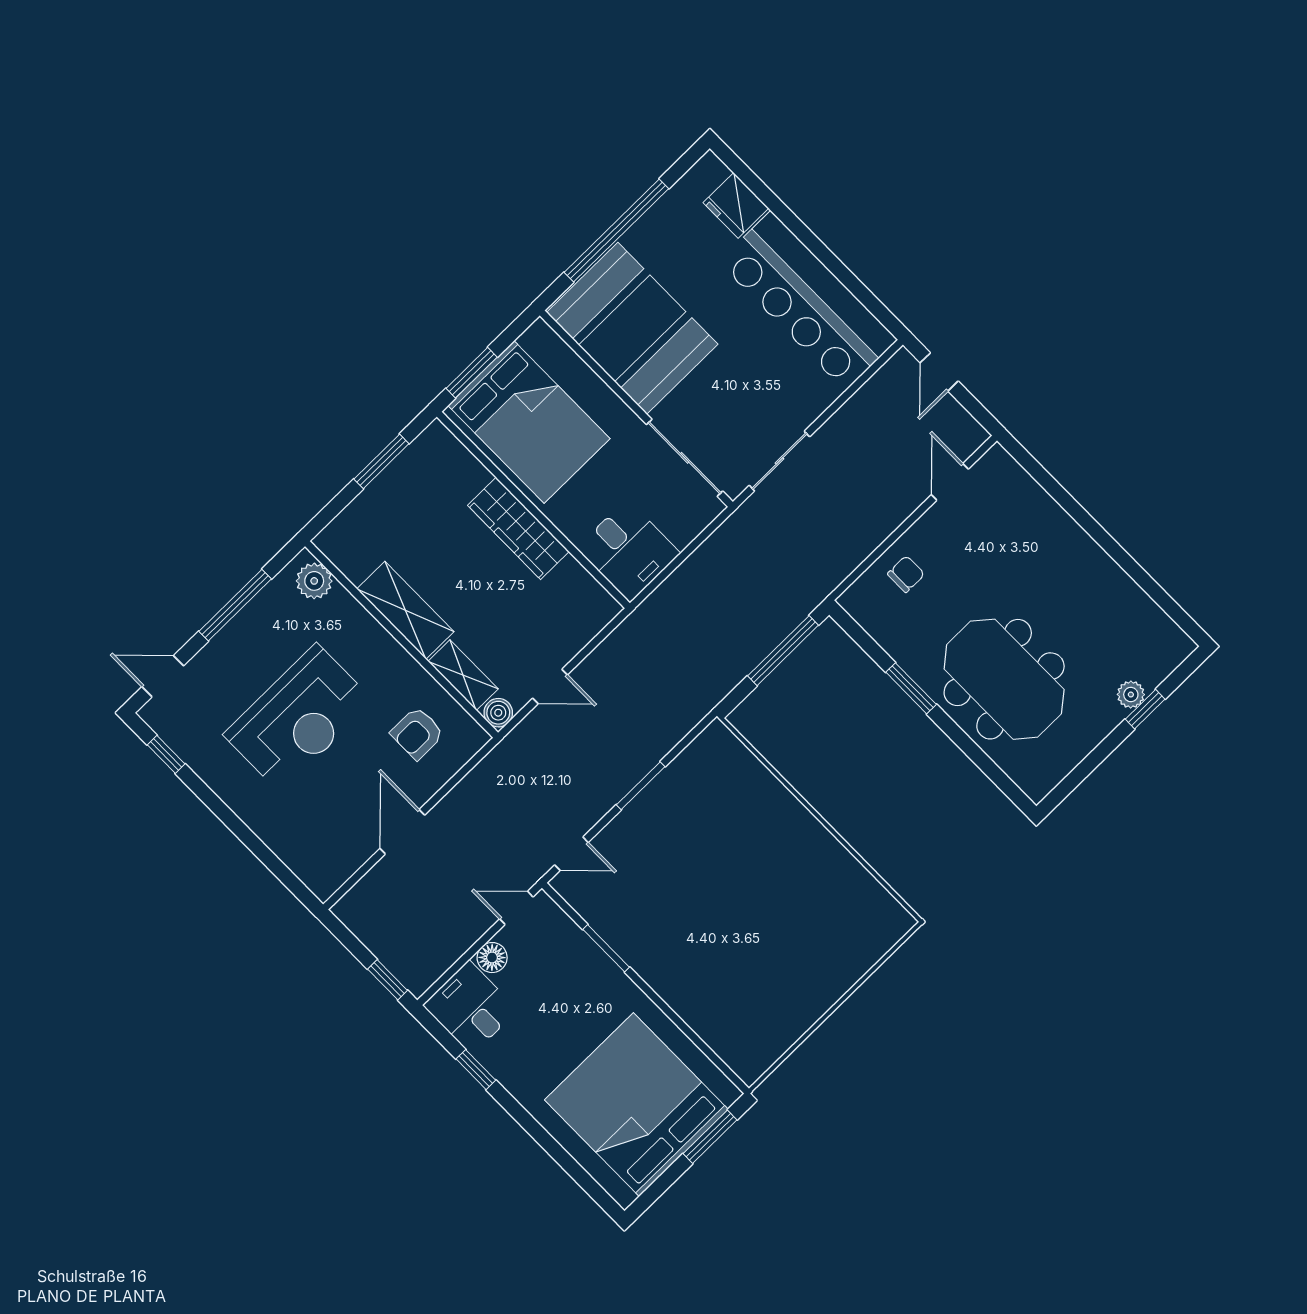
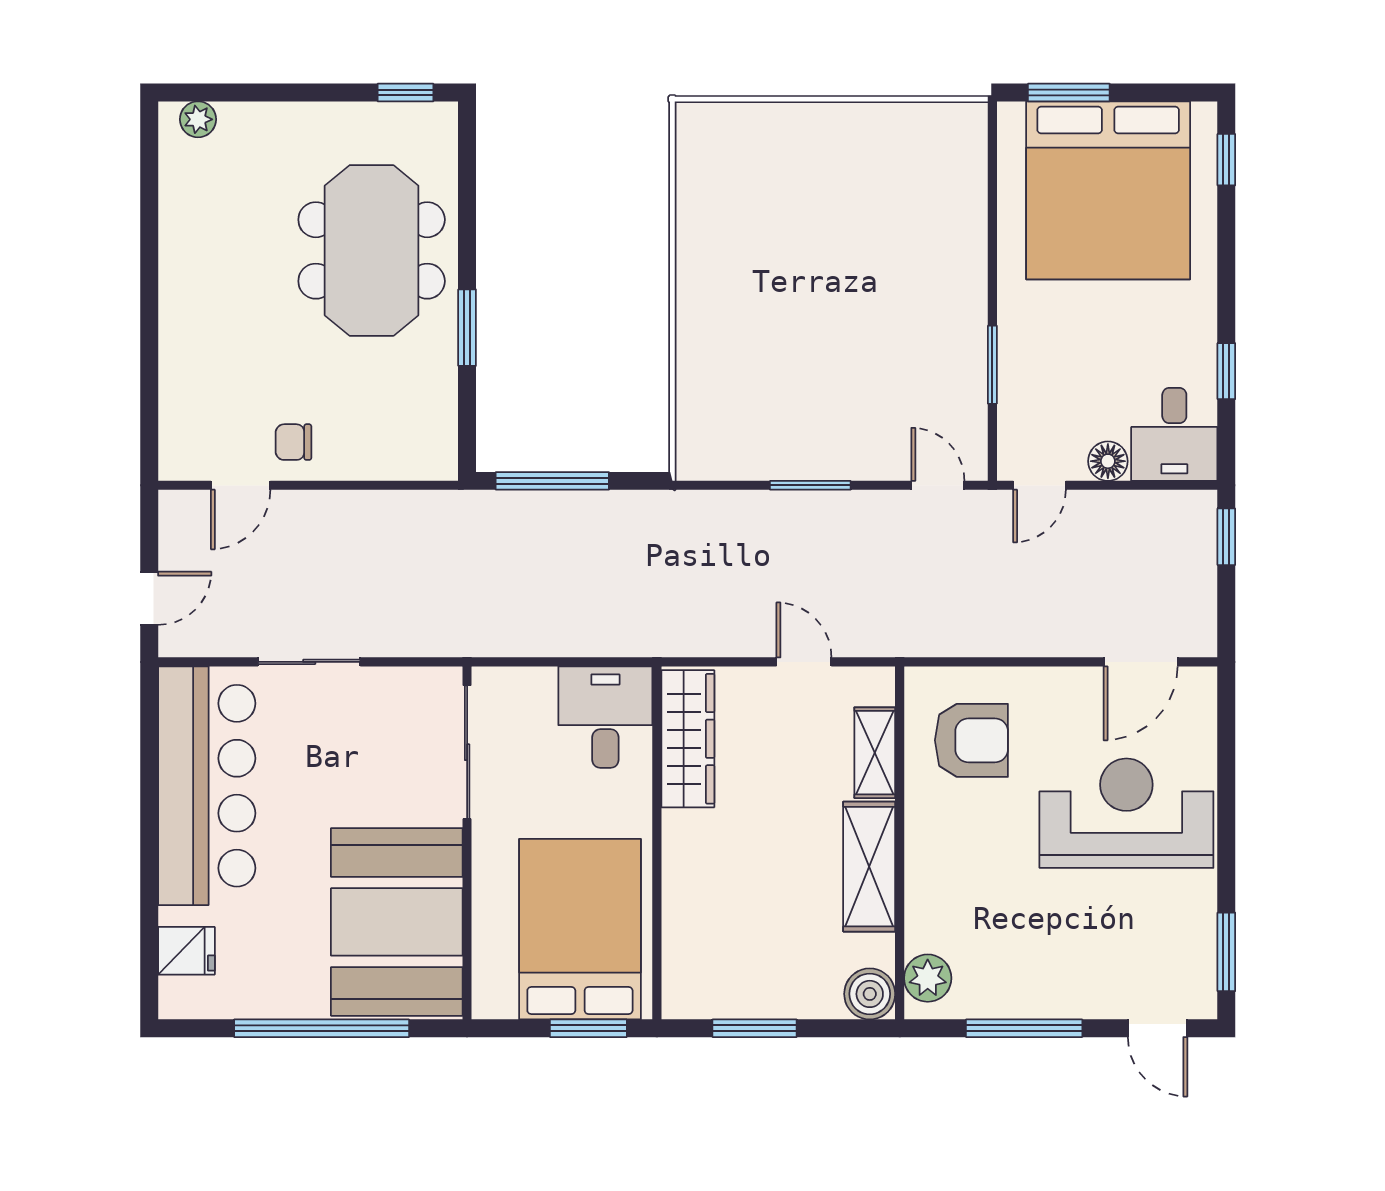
fridge: (736, 205) -> (186, 951), width x0.72
sliding door: (779, 461) -> (309, 662), moved
wardrobe: (518, 528) -> (688, 739), moved
chair: (906, 574) -> (293, 442), moved
plant: (1131, 695) -> (198, 119), moved
window: (1145, 709) -> (405, 92), moved
boiler: (498, 713) -> (870, 994), moved, width x1.36, depth x1.36
reception desk: (298, 718) -> (1126, 813), moved
armchair: (417, 733) -> (971, 740), width x1.38, depth x1.38
window: (166, 754) -> (1226, 952), width x1.50
door: (402, 832) -> (1141, 662), moved
door: (516, 908) -> (1039, 485), hinge flipped
window: (589, 1184) -> (1226, 160), added

